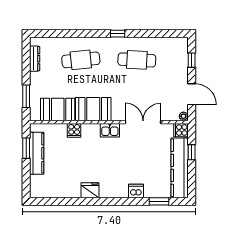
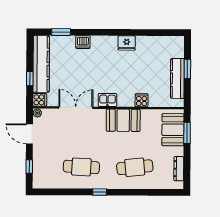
booth: (58, 110) -> (173, 130), moved, turned 90
double door: (143, 122) -> (76, 108), swing flipped
window: (26, 148) -> (187, 69), moved

